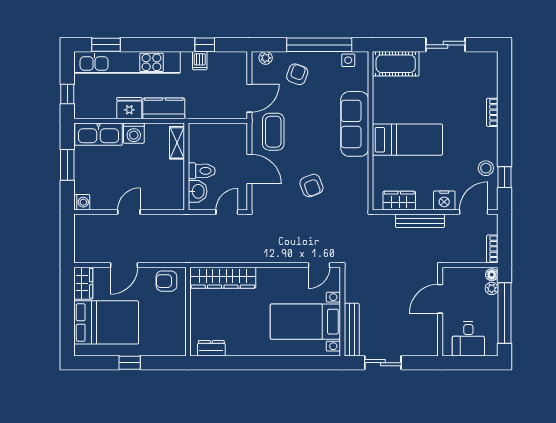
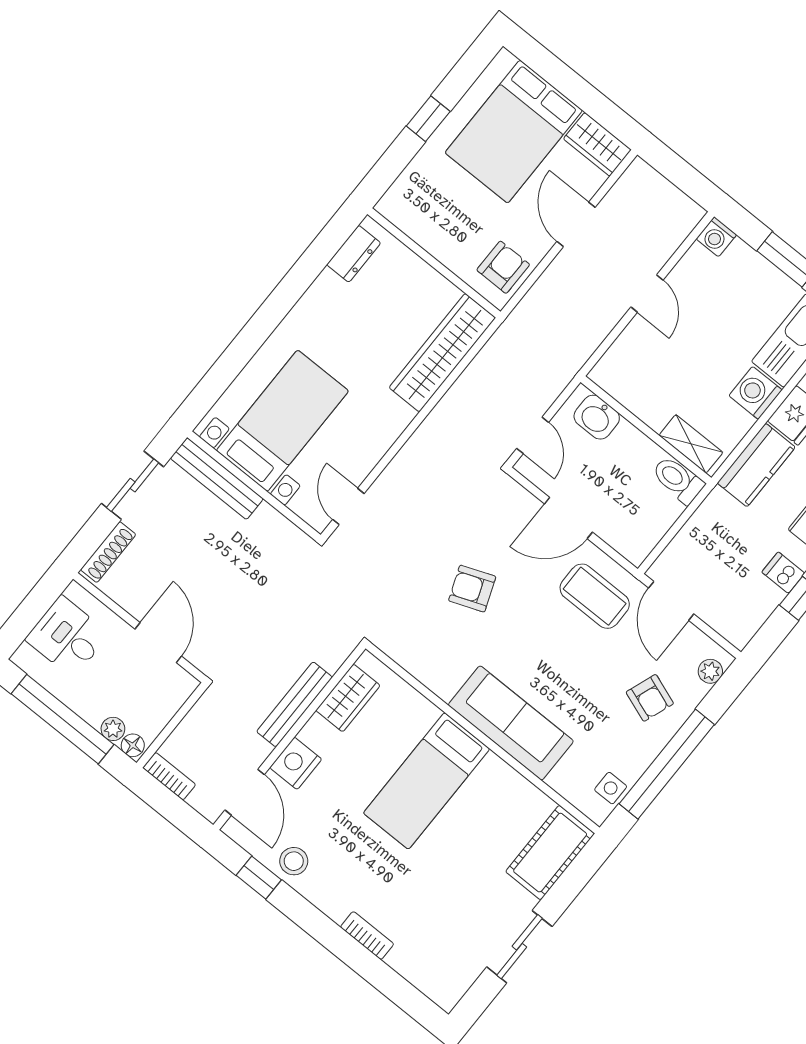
toilet: (202, 171) -> (678, 480), moved, turned 90
shoe rack: (419, 350) -> (108, 552), added

